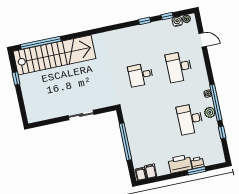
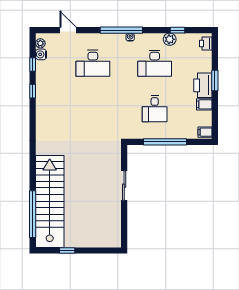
door: (203, 40) -> (68, 30), hinge flipped
desk: (141, 75) -> (155, 109), moved
window: (216, 103) -> (121, 30), moved
plant: (210, 112) -> (170, 39), moved
printer: (197, 163) -> (206, 43), moved
filing cabinet: (151, 171) -> (204, 104), moved
window: (197, 171) -> (215, 81), moved

